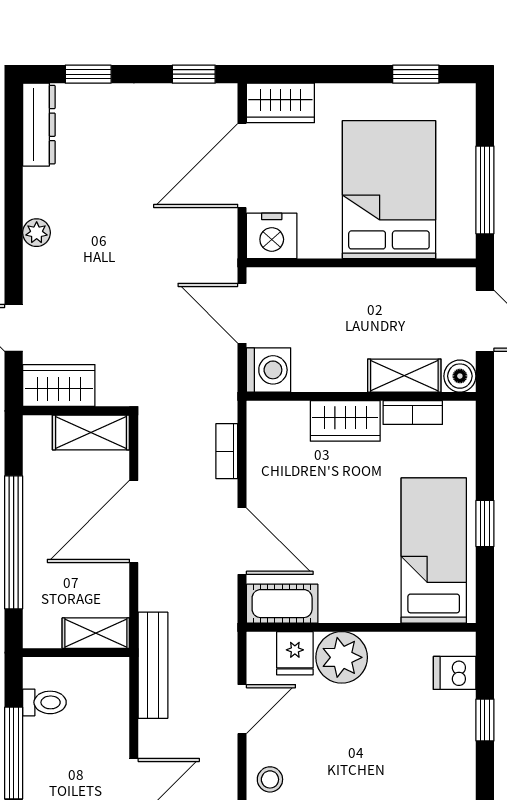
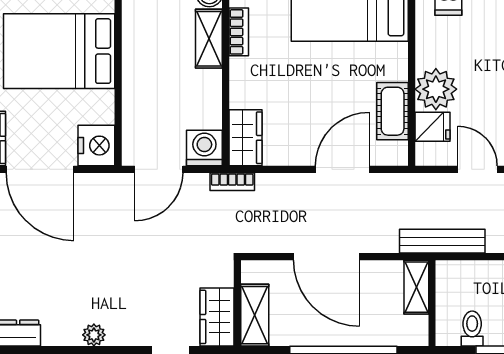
wardrobe: (345, 421) -> (246, 138), moved
shelving: (91, 432) -> (255, 315), moved
bookcase: (227, 451) -> (232, 182), moved
cot: (282, 604) -> (393, 111), moved

